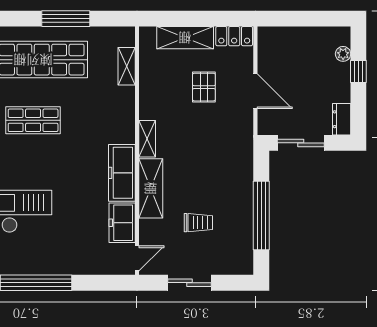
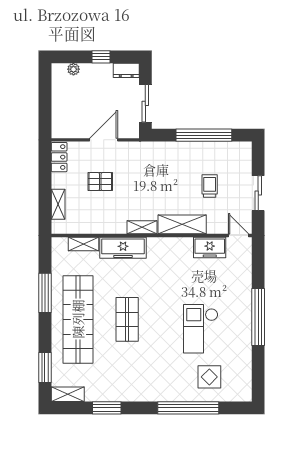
shelving: (185, 38) -> (58, 204), width x0.67, depth x0.75
window: (358, 71) -> (101, 57), moved
freezer: (122, 173) -> (123, 248), moved

